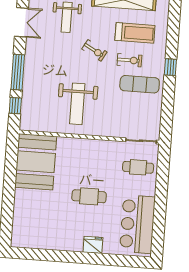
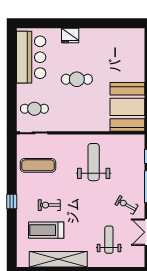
exercise bike: (94, 50) -> (126, 205), moved
exercise mat: (140, 84) -> (38, 165), moved

